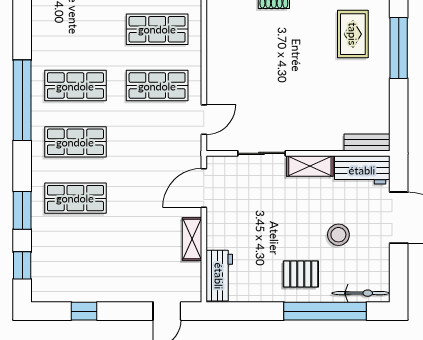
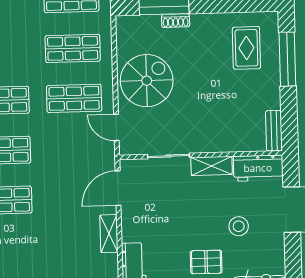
spiral stairs: (239, 68) -> (147, 81), added
door: (204, 120) -> (116, 127), swing flipped
bench: (367, 142) -> (274, 131), moved, turned 90

